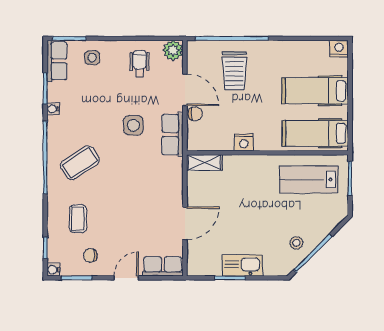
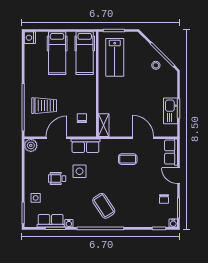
row of seats: (57, 61) -> (51, 221), moved
wheelchair: (140, 64) -> (57, 179), moved
chair: (195, 114) -> (82, 118), moved
nightstand: (244, 142) -> (91, 99), removed
coffee table: (78, 219) -> (128, 159), moved
kitchen sink: (242, 266) -> (171, 111), moved

